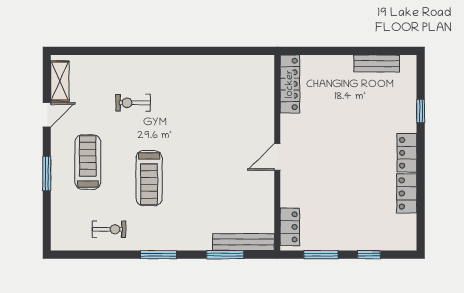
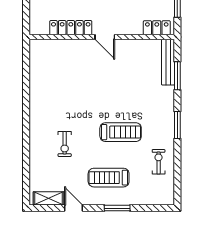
locker: (290, 84) -> (71, 28), moved

